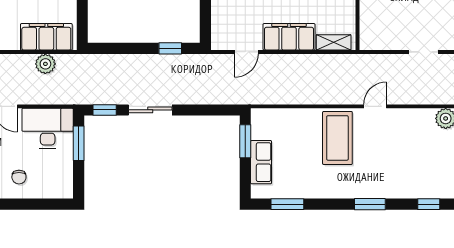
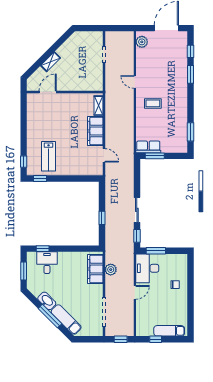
window: (170, 48) -> (102, 218), moved
coffee table: (337, 138) -> (153, 103), width x0.54, depth x0.58
row of seats: (261, 162) -> (148, 147), moved
window: (370, 204) -> (191, 74), moved

